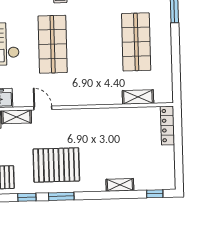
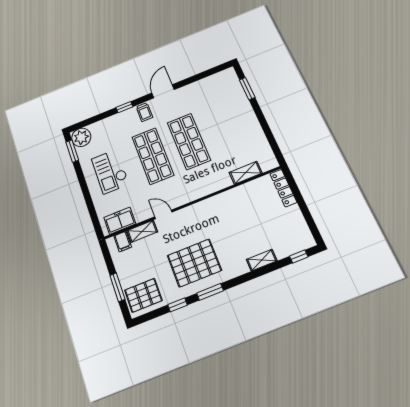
shop shelf: (136, 42) -> (189, 141), moved

